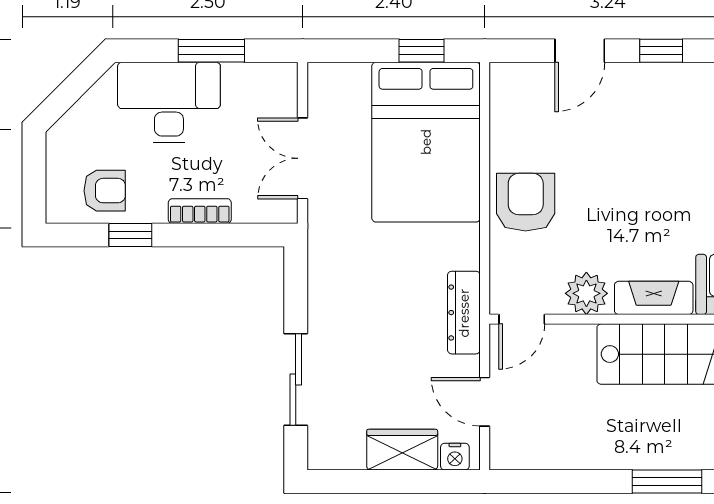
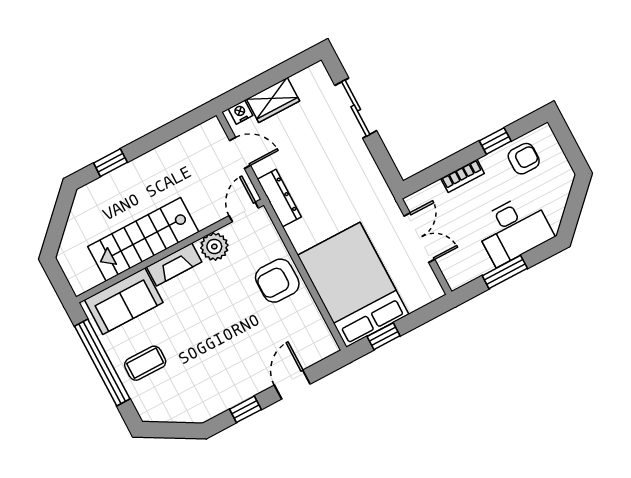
armchair: (105, 191) -> (524, 159), turned 180
armchair: (526, 202) -> (277, 281), turned 90
window: (667, 482) -> (110, 163), width x0.67

